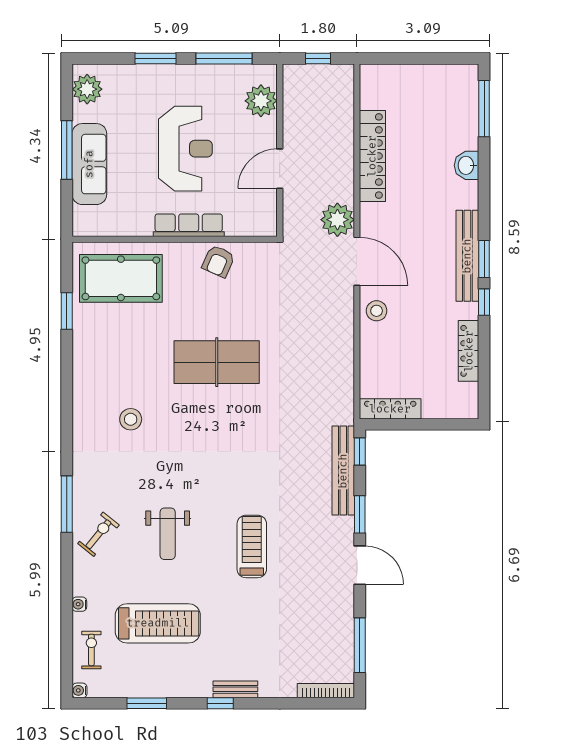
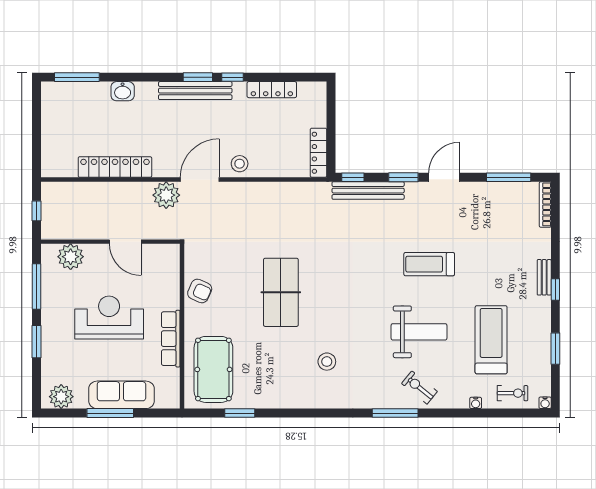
row of seats: (189, 225) -> (171, 339), moved
weight bench: (168, 534) -> (419, 332), width x1.36, depth x1.33
exercise bike: (91, 650) -> (512, 393), turned 180

